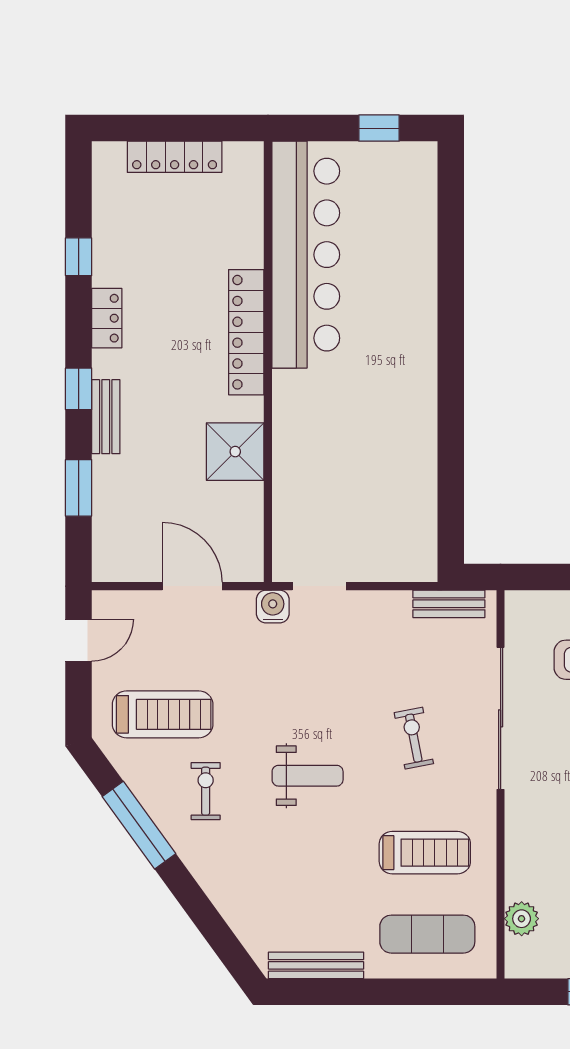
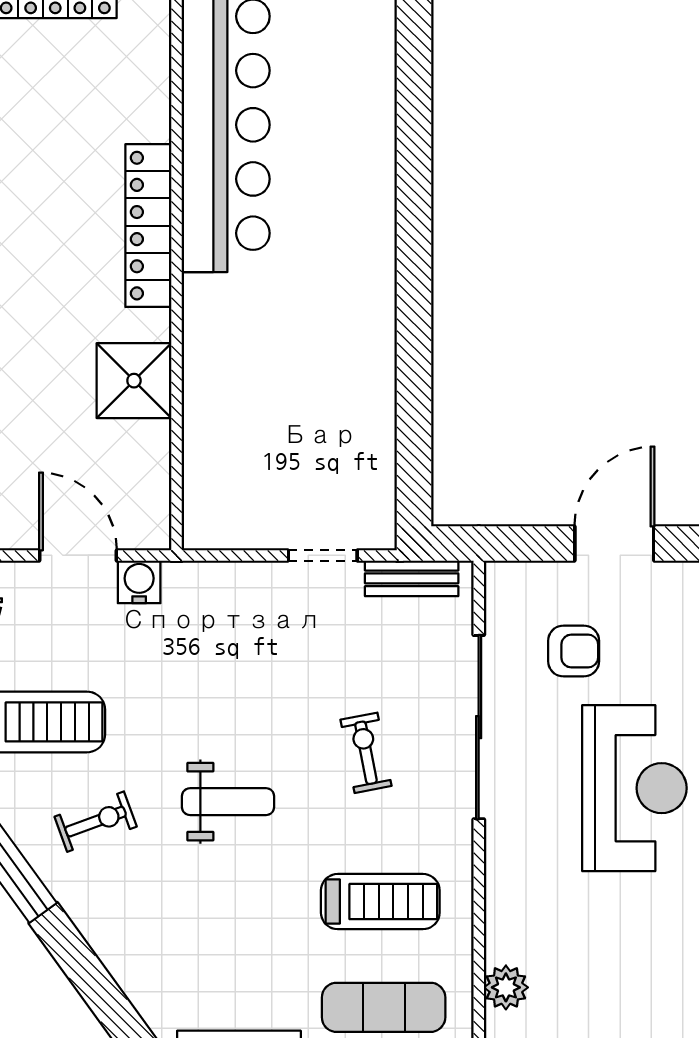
doorway: (319, 586) -> (323, 555), moved
water cooler: (273, 606) -> (139, 582), moved
exercise bike: (206, 791) -> (96, 822), turned 70

